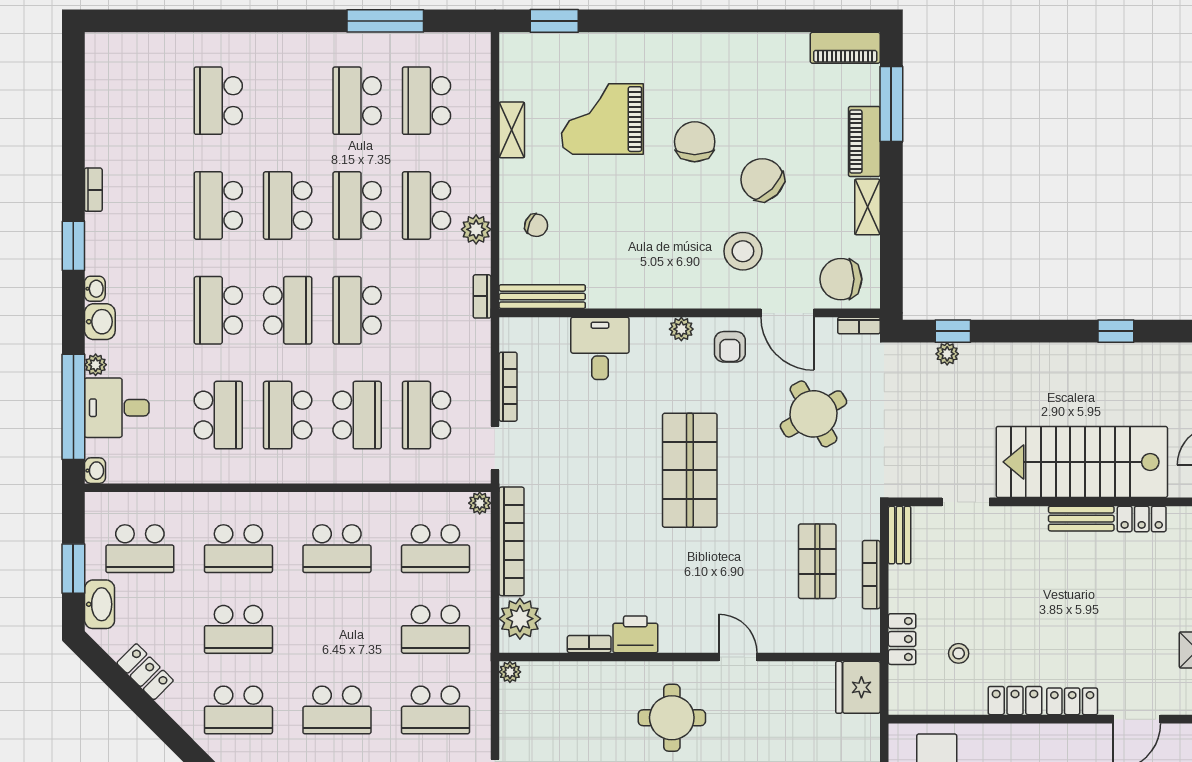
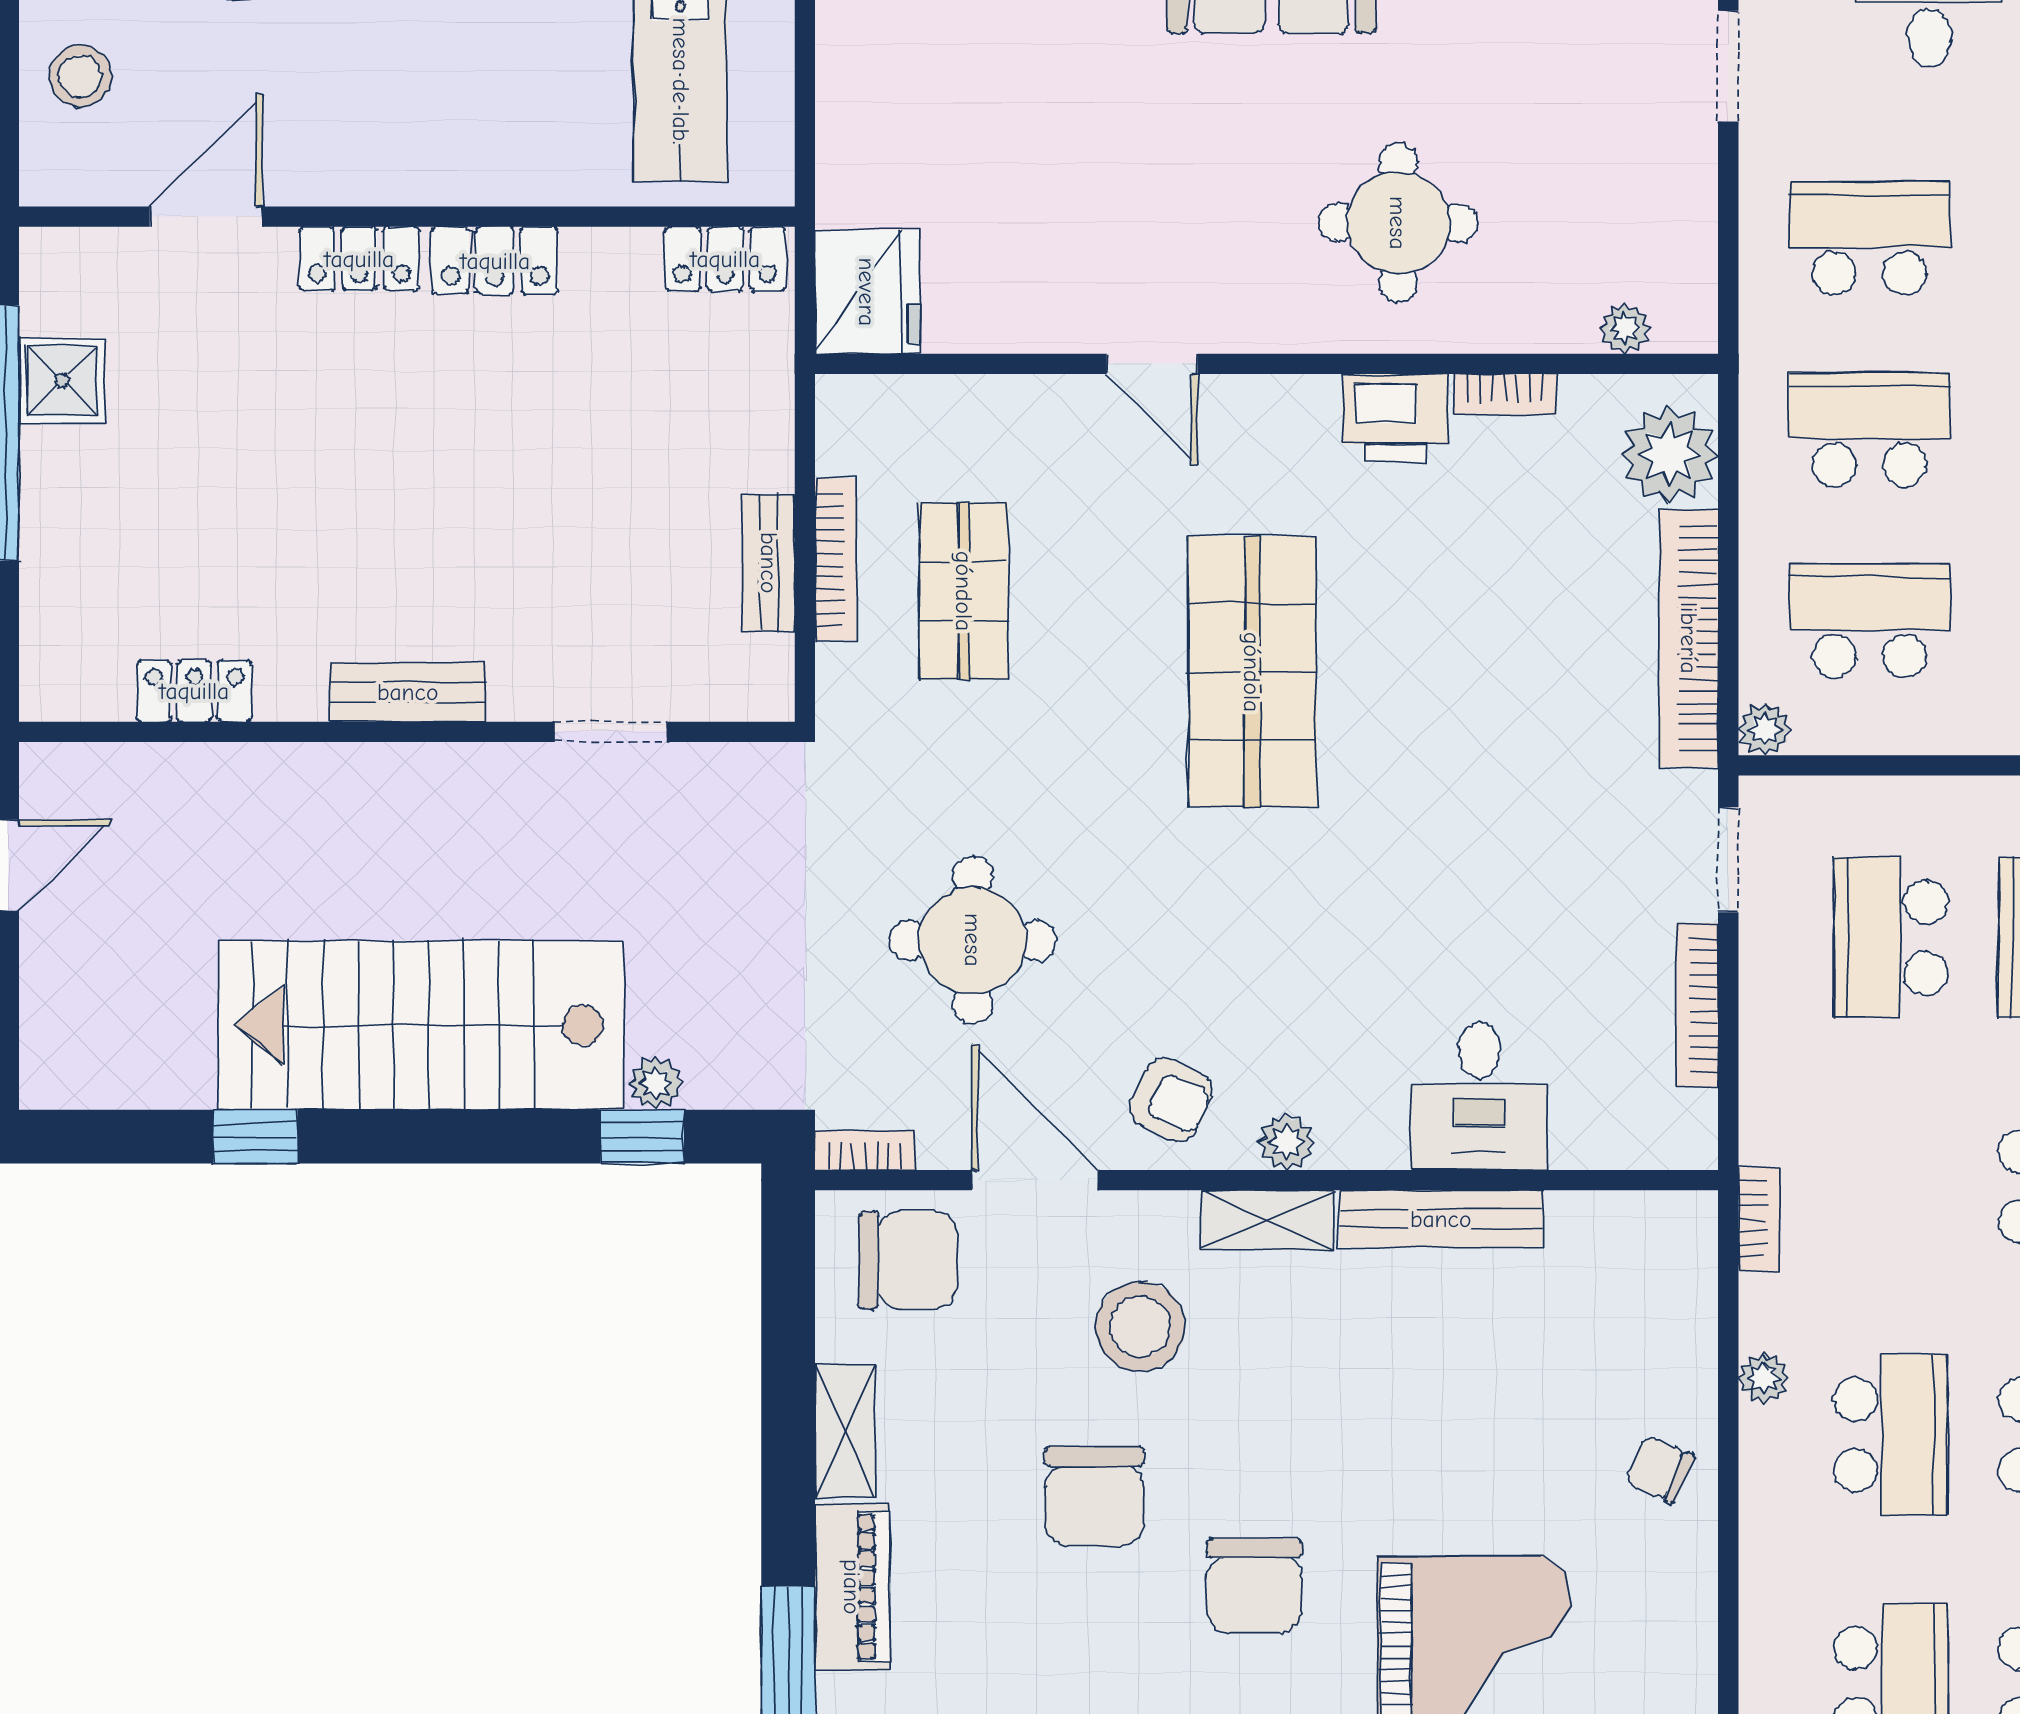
shelving: (512, 130) -> (1267, 1220), moved, turned 90
chair: (762, 180) -> (1094, 1496), turned 45
chair: (536, 225) -> (1660, 1469), moved
plant: (476, 229) -> (1764, 1378), width x0.73, depth x0.73
bench: (542, 297) -> (1441, 1219), moved
armchair: (730, 347) -> (1171, 1100), turned 115
round table: (813, 414) -> (973, 940), turned 30
school desk: (427, 415) -> (1891, 938), turned 180
stairs: (1082, 462) -> (421, 1025), moved, turned 180
shop shelf: (690, 470) -> (1252, 672), moved
bench: (1081, 519) -> (408, 692), moved
bench: (900, 535) -> (769, 563), moved
locker: (902, 639) -> (725, 259), moved, turned -90
stool: (959, 653) -> (629, 372), removed
plant: (510, 672) -> (1625, 328), moved
round table: (672, 718) -> (1398, 223), moved

